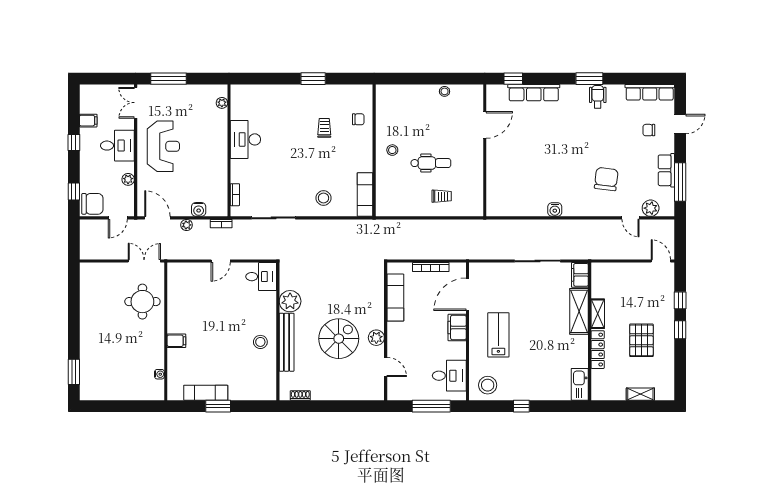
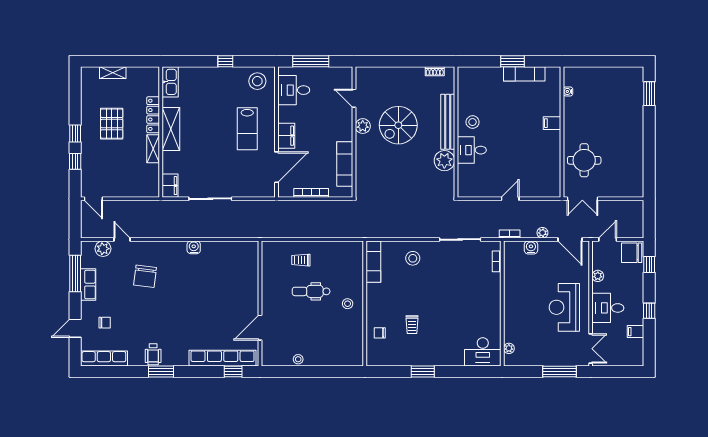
row of seats: (534, 93) -> (223, 358), width x1.36
desk: (245, 139) -> (483, 352), moved, turned 90
desk: (261, 277) -> (472, 150), moved
shelving: (579, 311) -> (171, 129), moved

